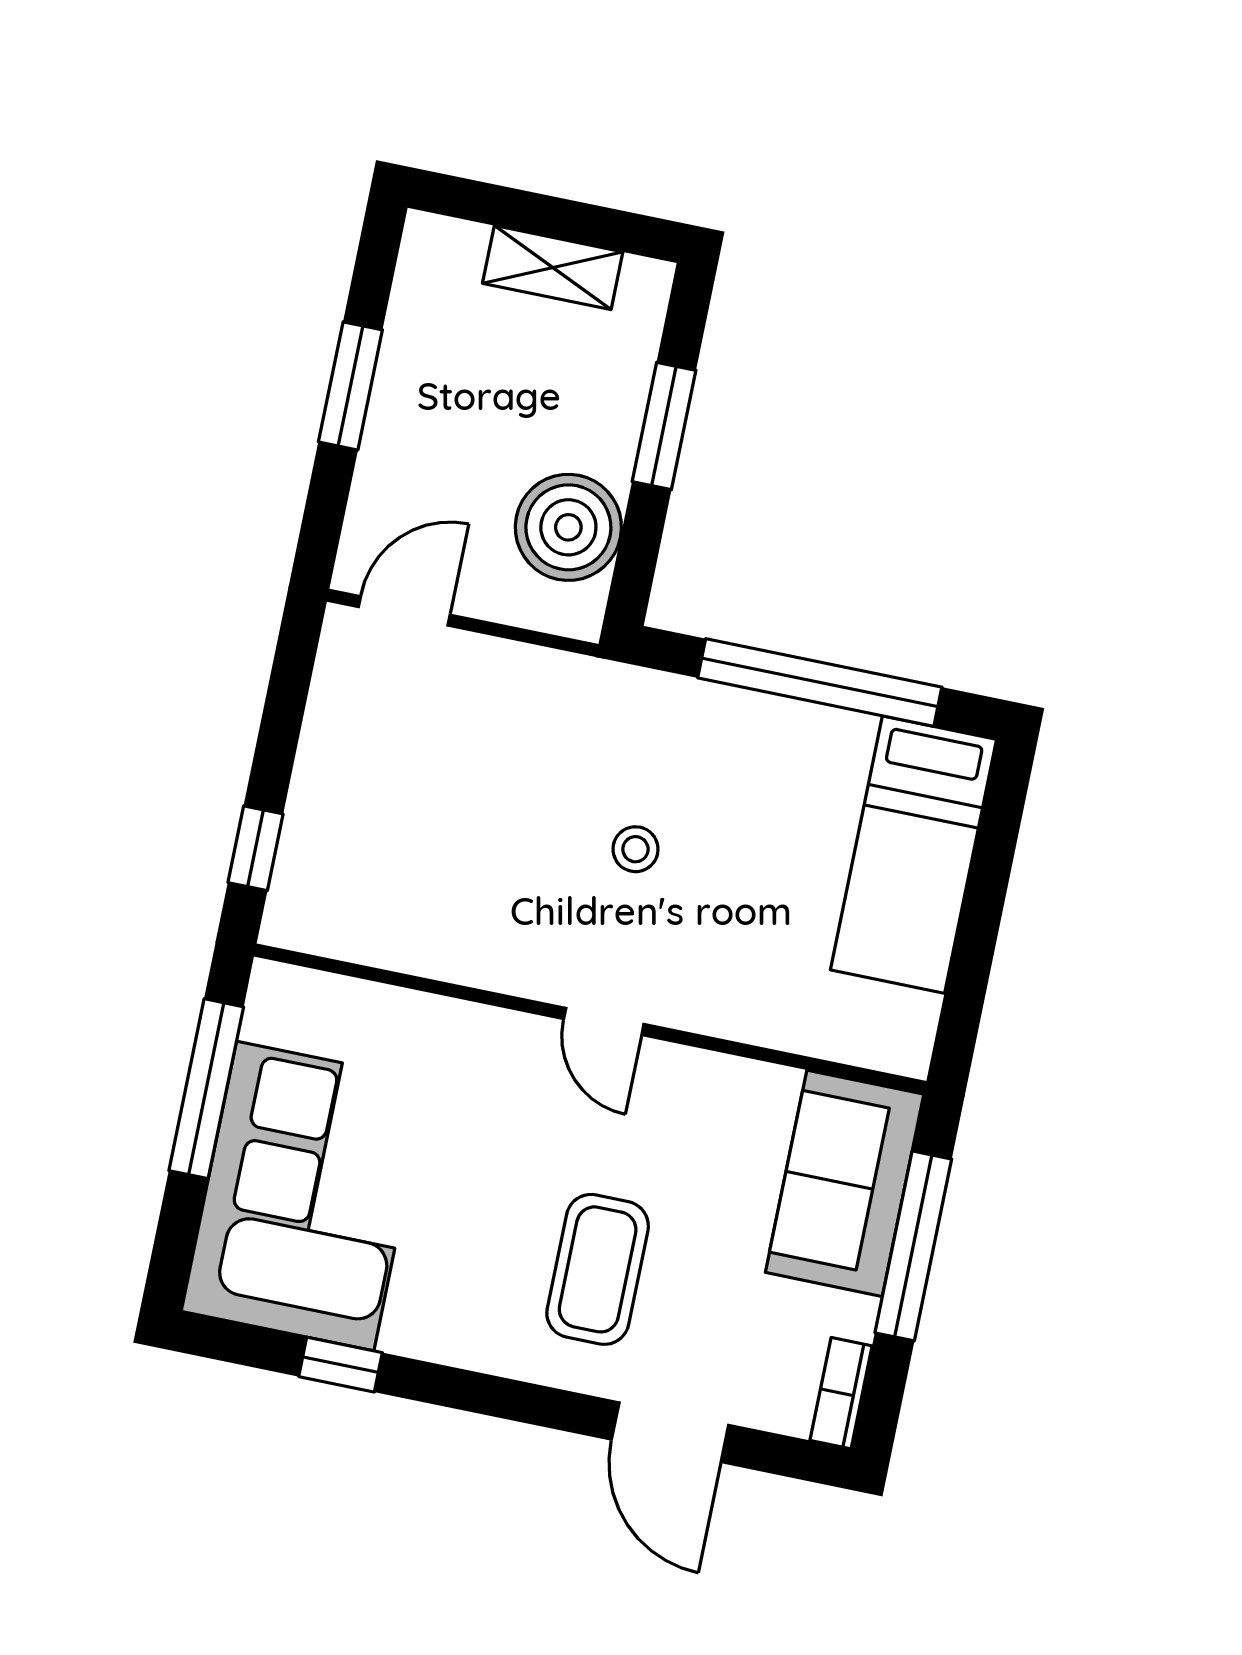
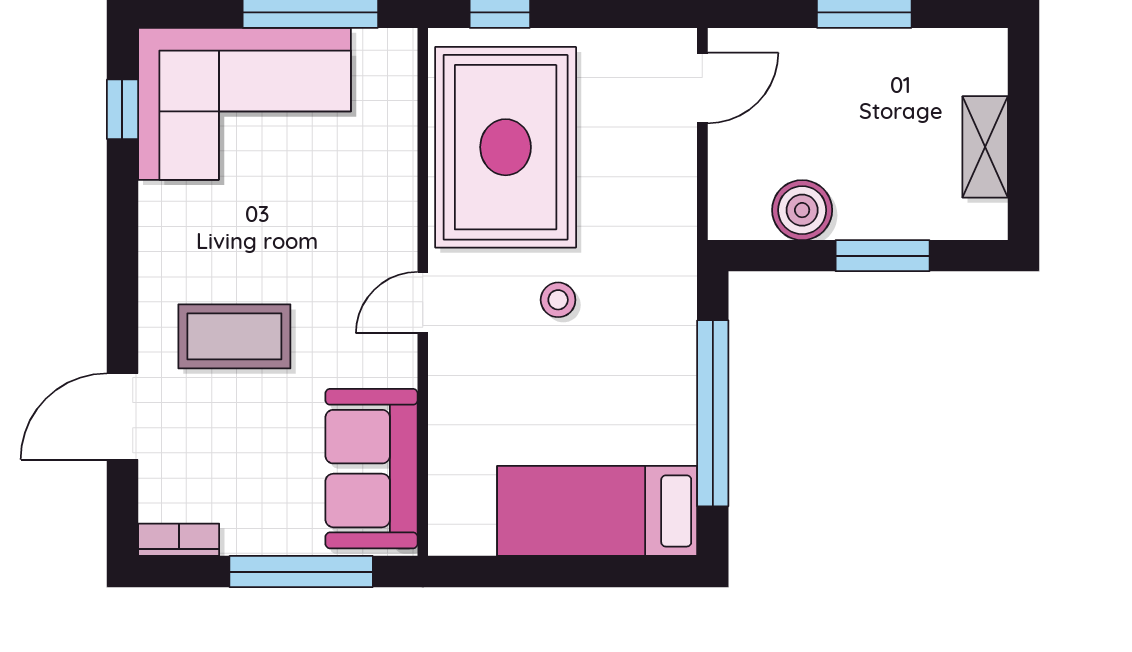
boiler: (568, 527) -> (802, 210), width x0.73, depth x0.73
door: (404, 611) -> (702, 88), hinge flipped
rug: (428, 876) -> (506, 147), added
sofa: (845, 1183) -> (372, 469), moved, turned -90
window: (341, 1365) -> (122, 109), moved

